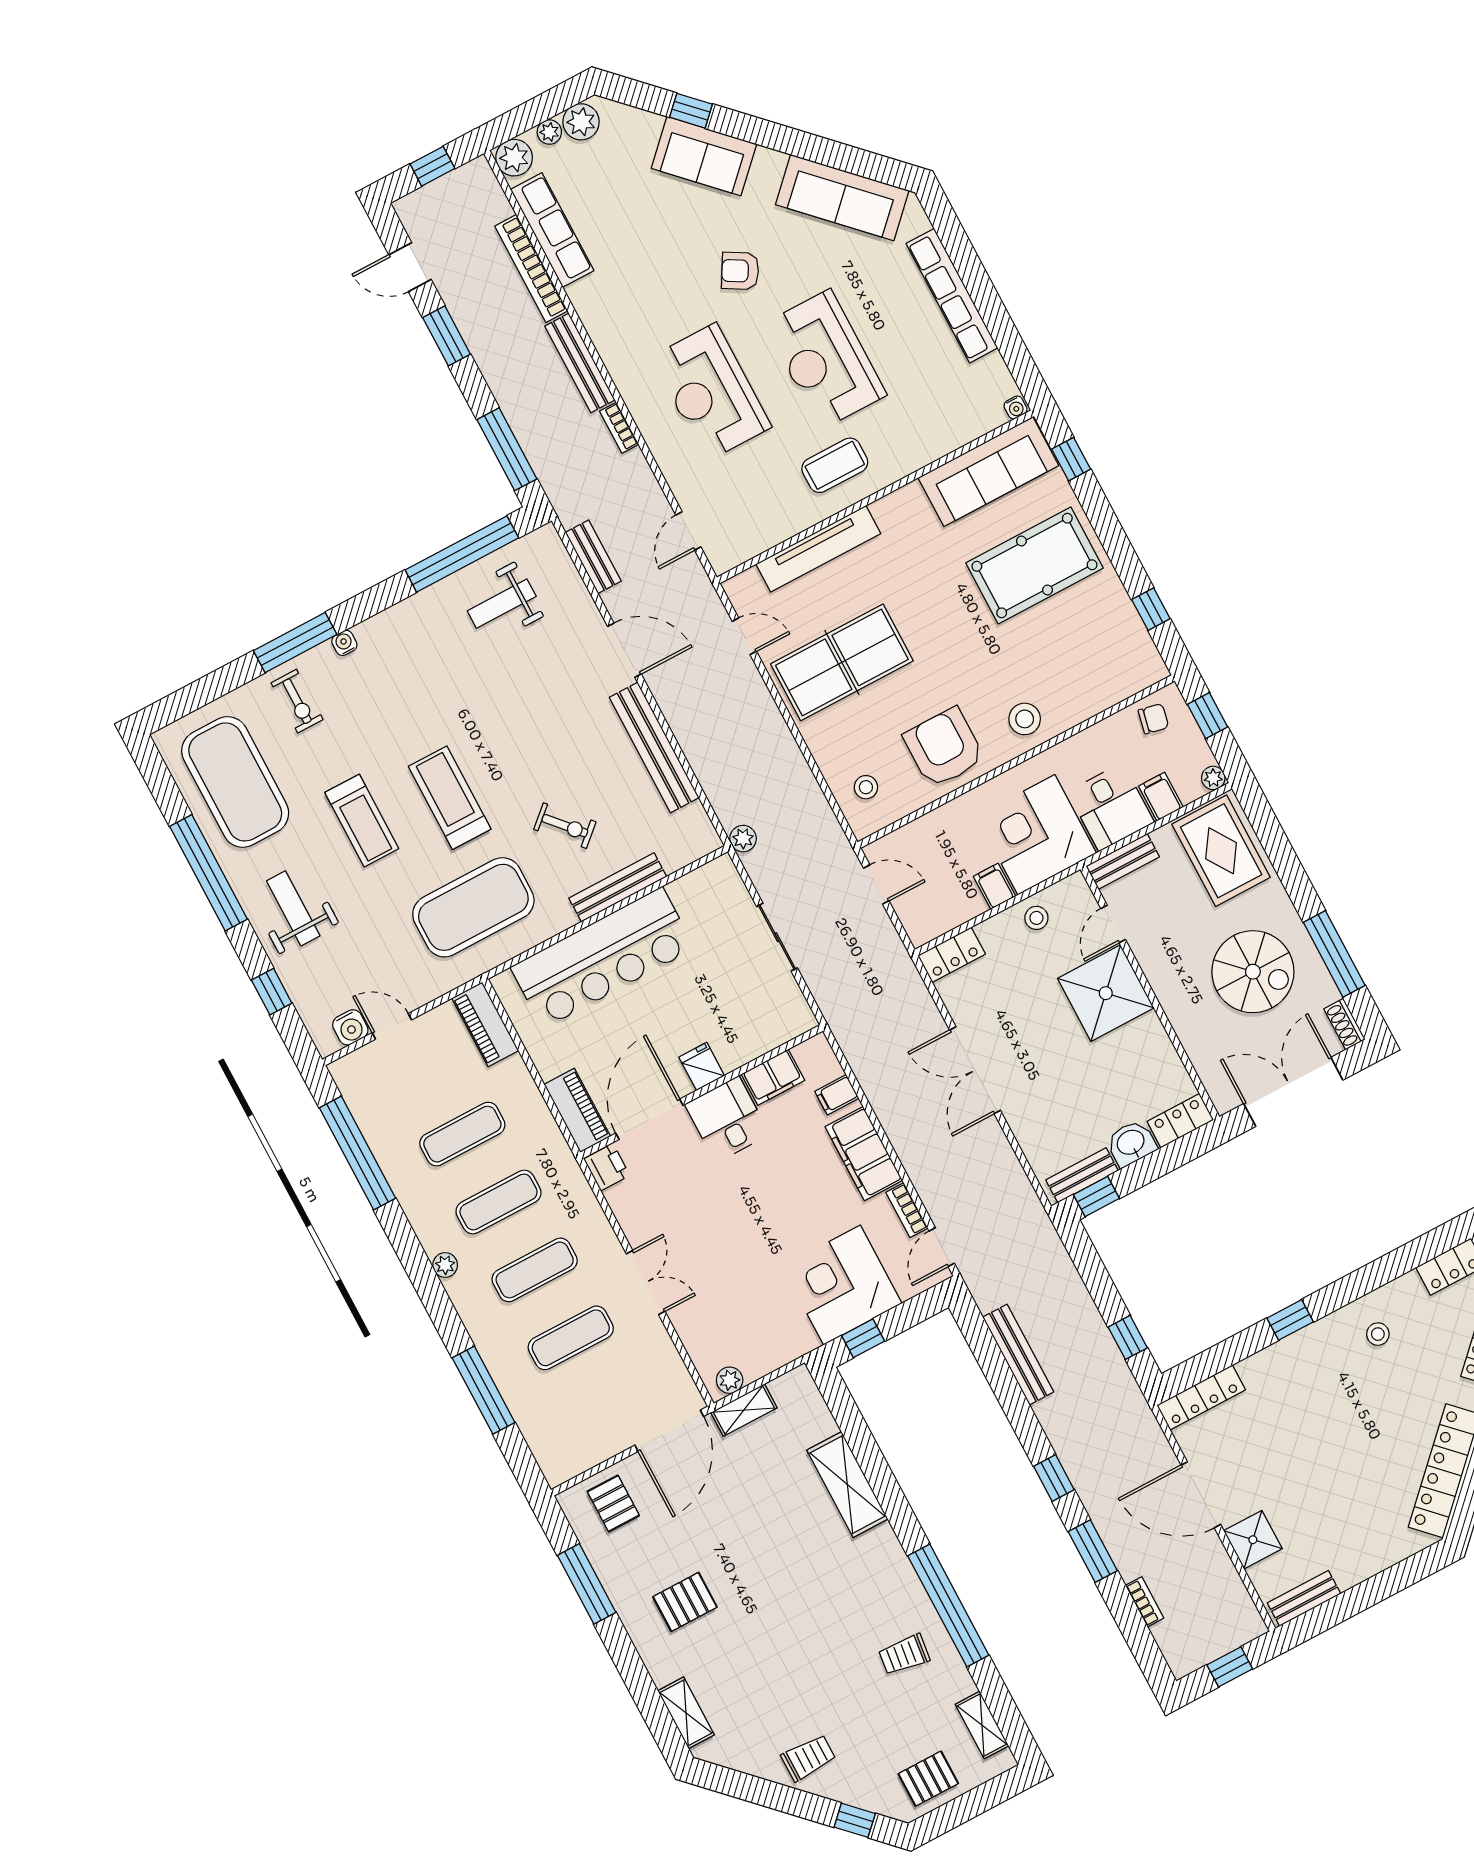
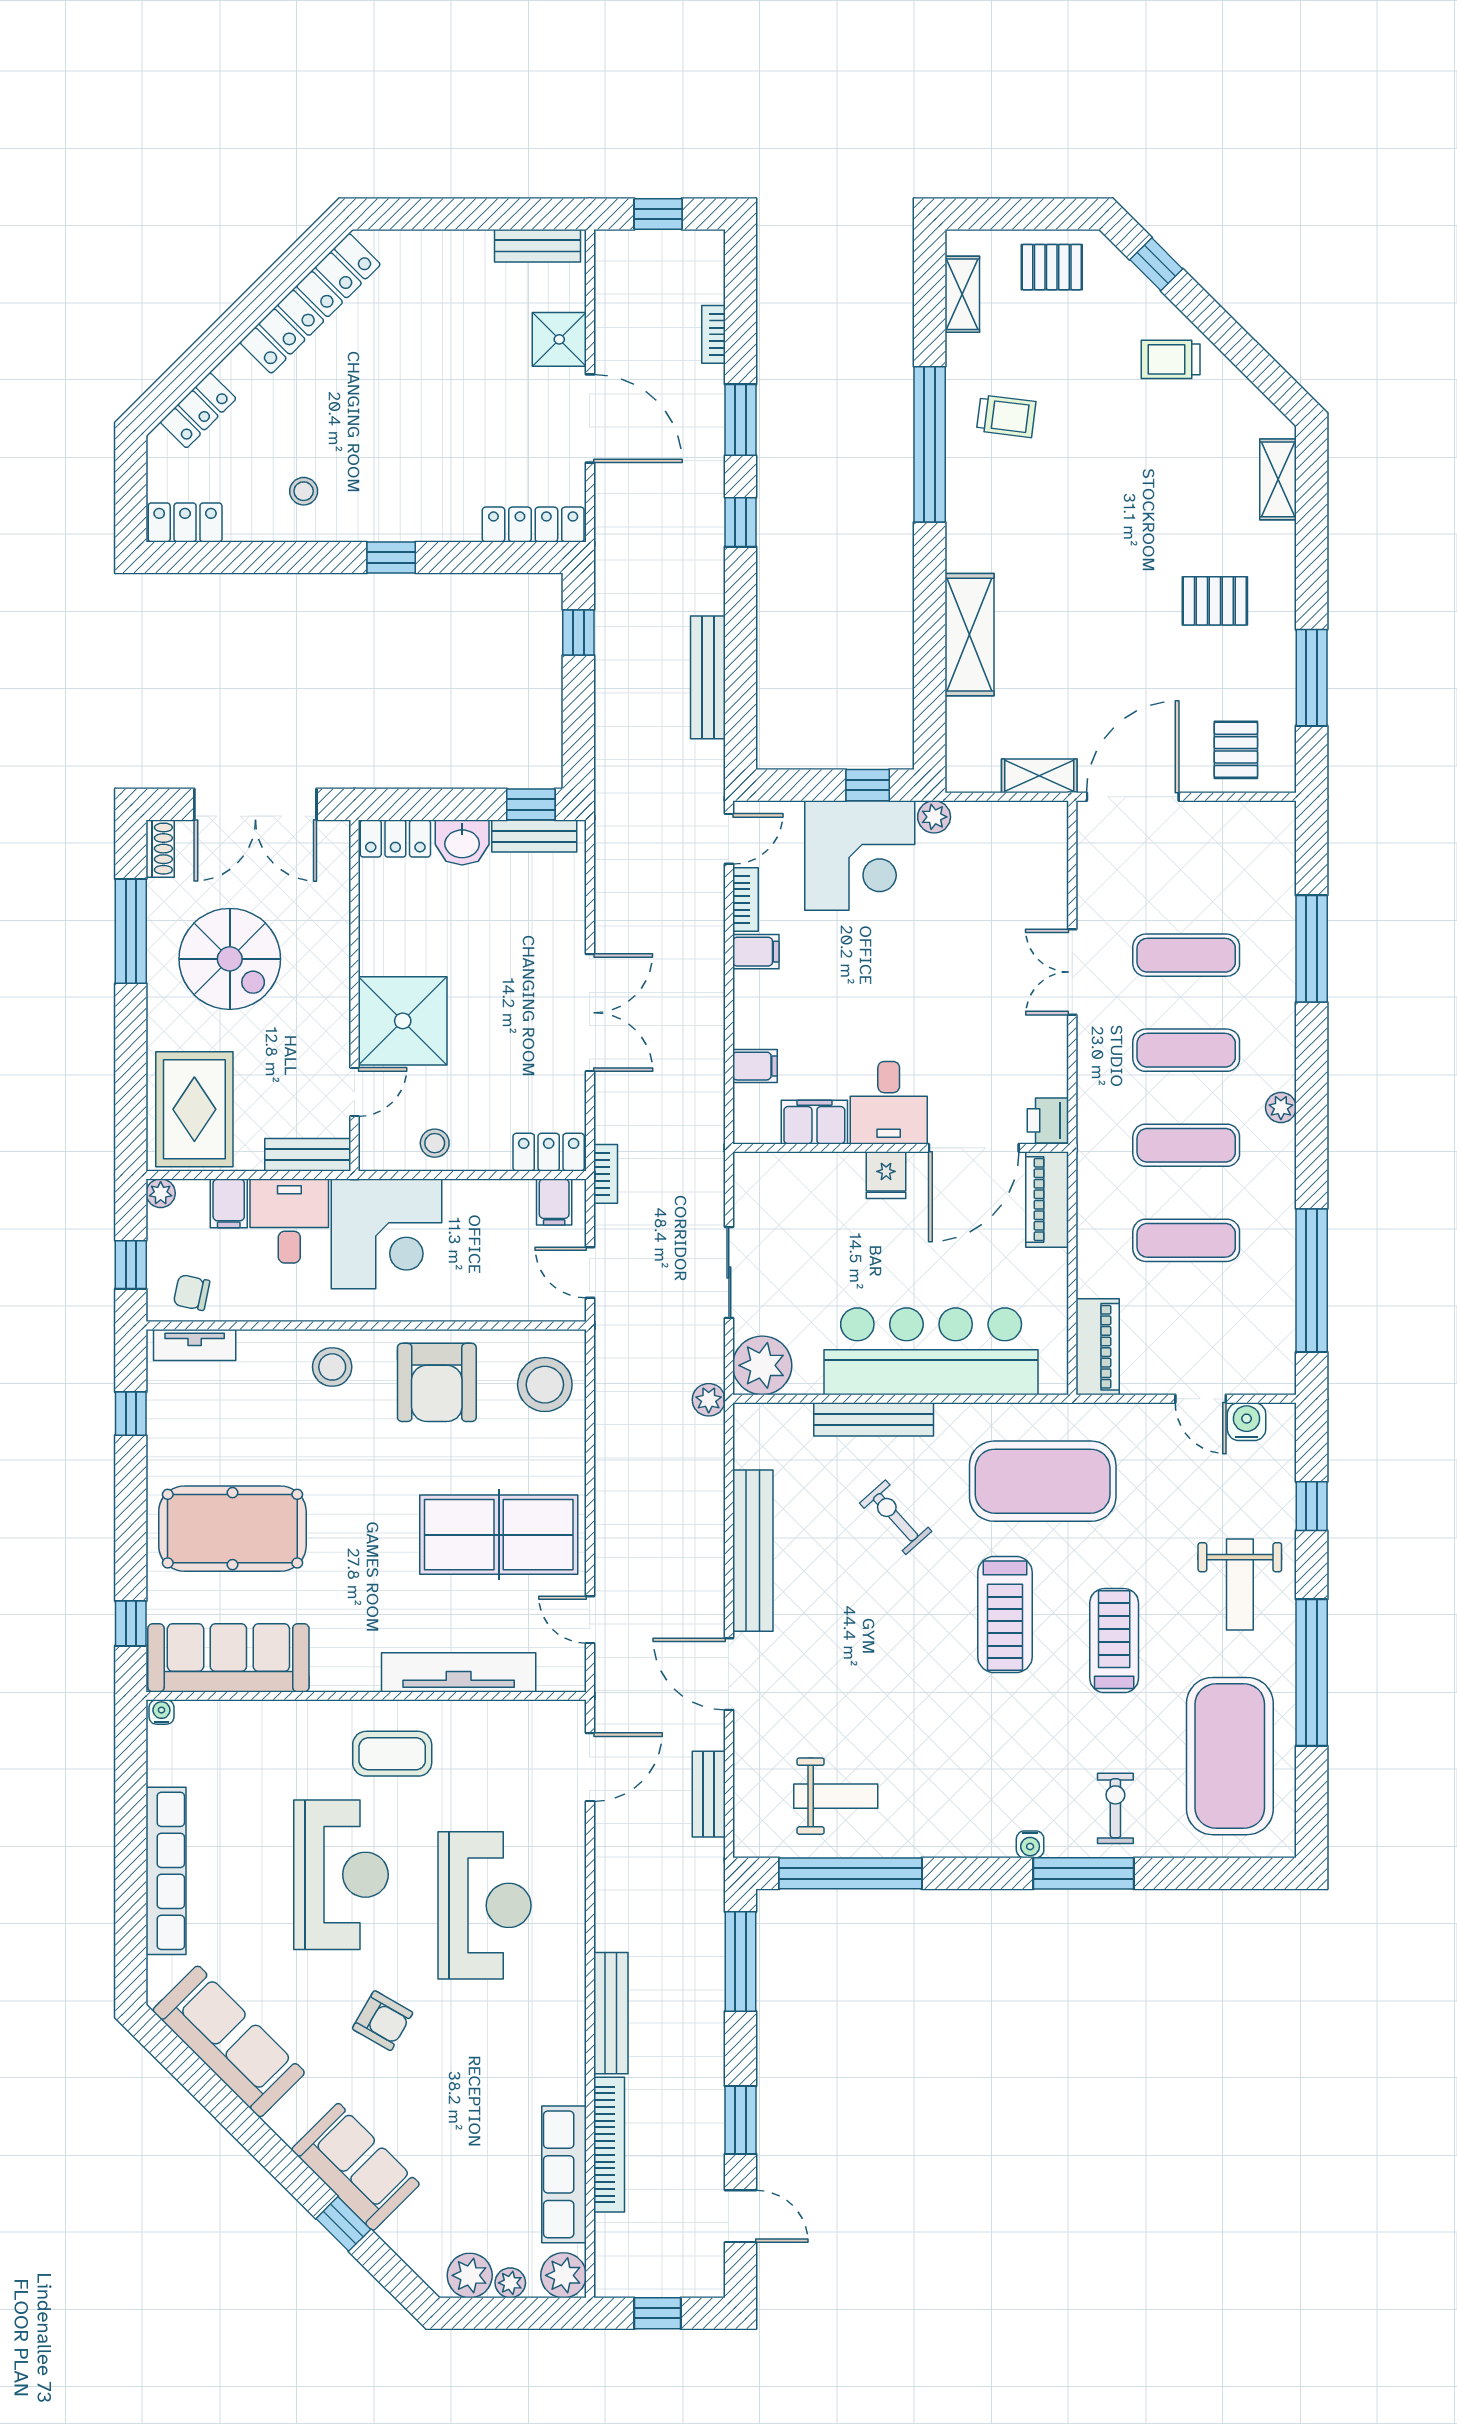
bookcase: (619, 428) -> (606, 1174), moved
door: (688, 531) -> (590, 1767), width x1.38
tv unit: (1131, 682) -> (195, 1345), added
stool: (866, 787) -> (545, 1385), width x1.89, depth x1.89
plant: (718, 883) -> (762, 1365), added
filing cabinet: (994, 886) -> (554, 1202), moved
spiral stairs: (1253, 972) -> (230, 959), turned 180
filing cabinet: (864, 1154) -> (756, 952), width x0.33, depth x0.86
plant: (730, 1380) -> (934, 817), moved

